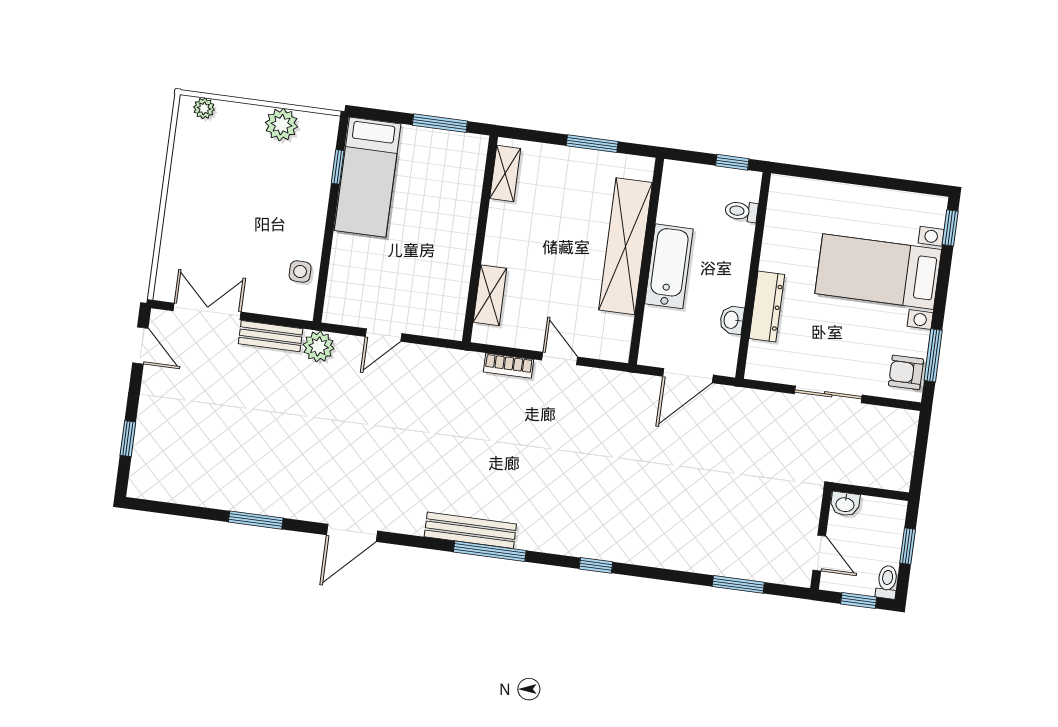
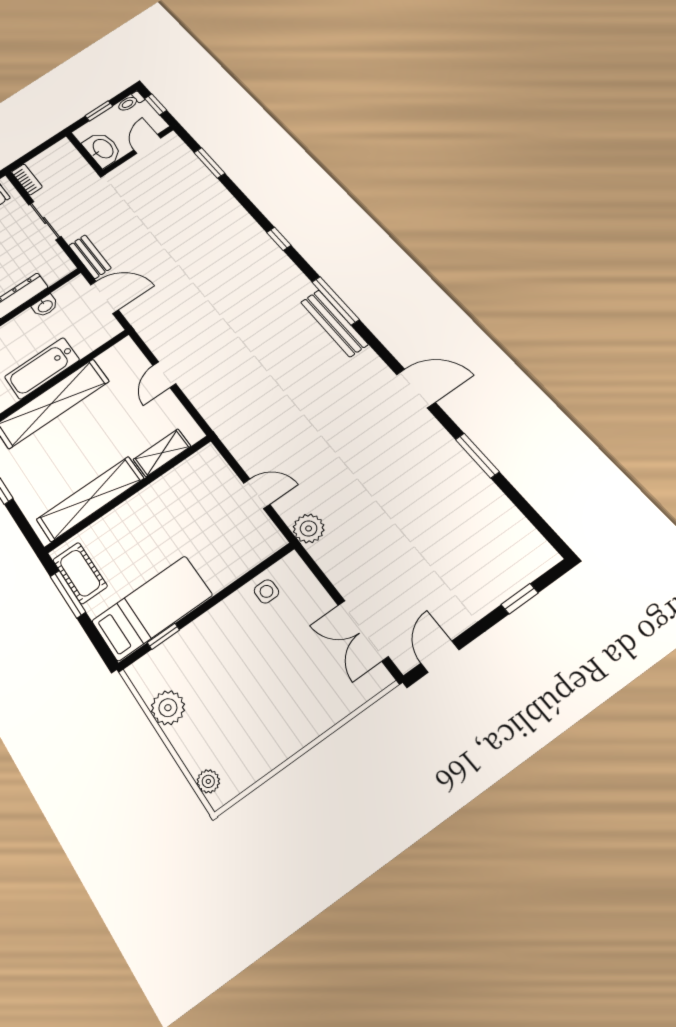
cot: (448, 147) -> (80, 573), added
shelving: (505, 173) -> (90, 499), width x2.20, depth x1.33
bench: (271, 336) -> (90, 257), moved
bookcase: (509, 366) -> (27, 179), moved
washbasin: (845, 504) -> (102, 149), width x1.91, depth x1.45

